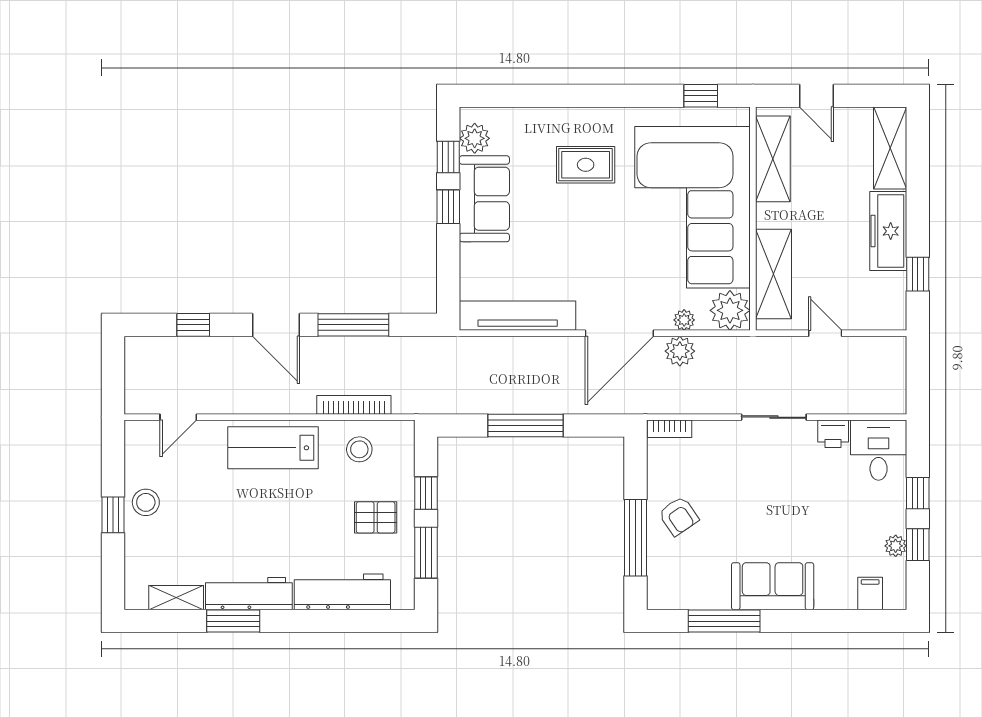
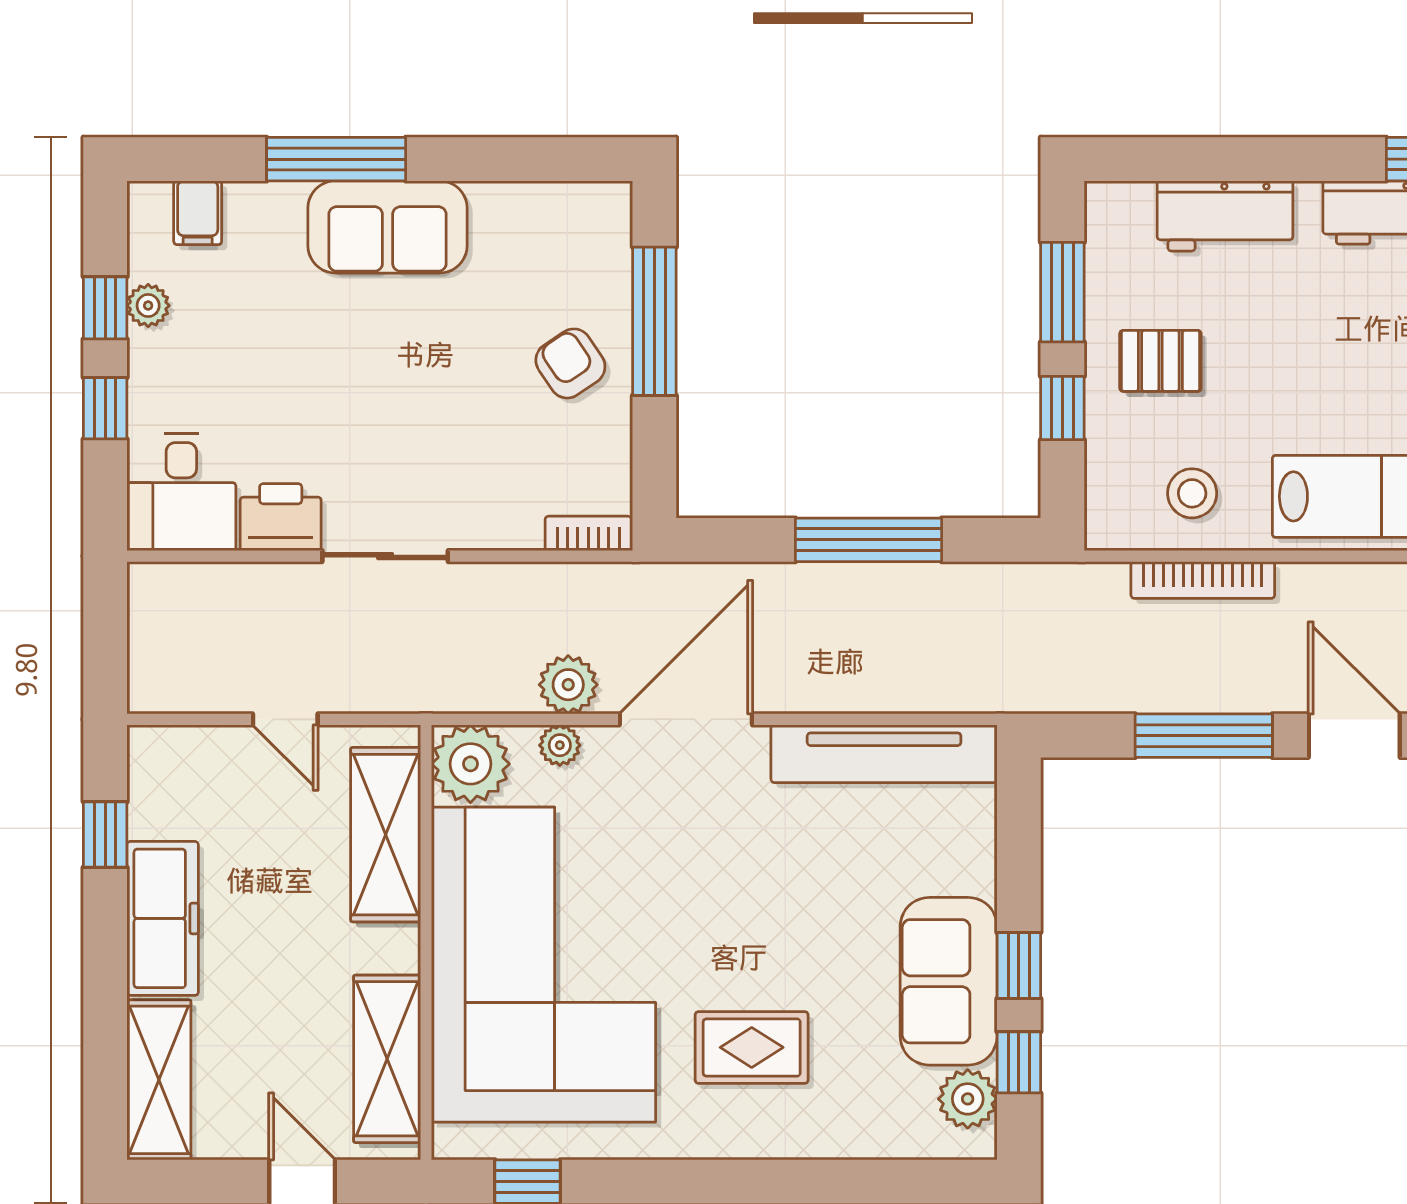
printer: (833, 434) -> (281, 517), width x1.36, depth x1.24
workbench: (342, 592) -> (1225, 216), width x0.73
window: (724, 621) -> (336, 159), moved

